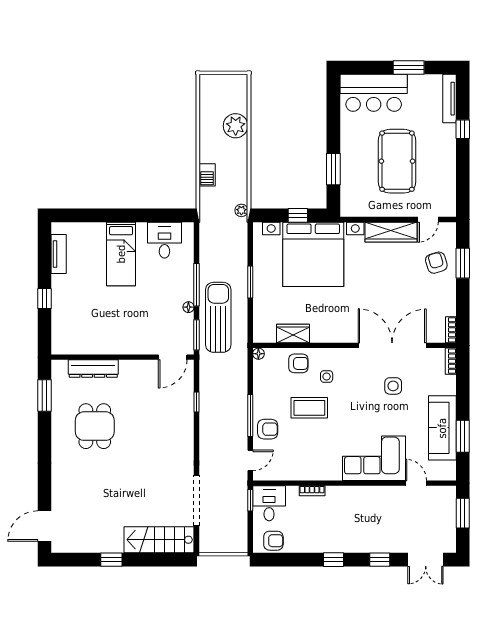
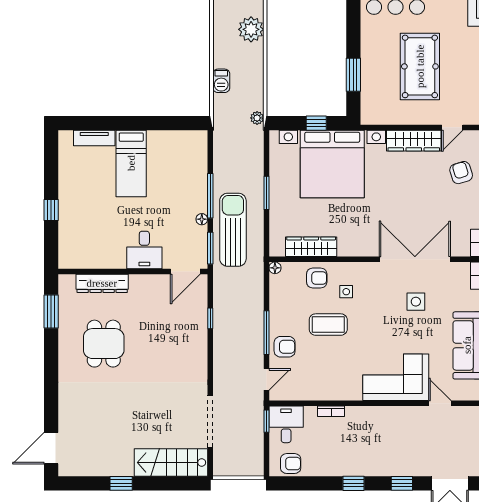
desk: (164, 240) -> (144, 250), moved, turned 180
tv unit: (59, 254) -> (94, 138), moved, turned 90
wardrobe: (293, 334) -> (311, 247), width x1.50

